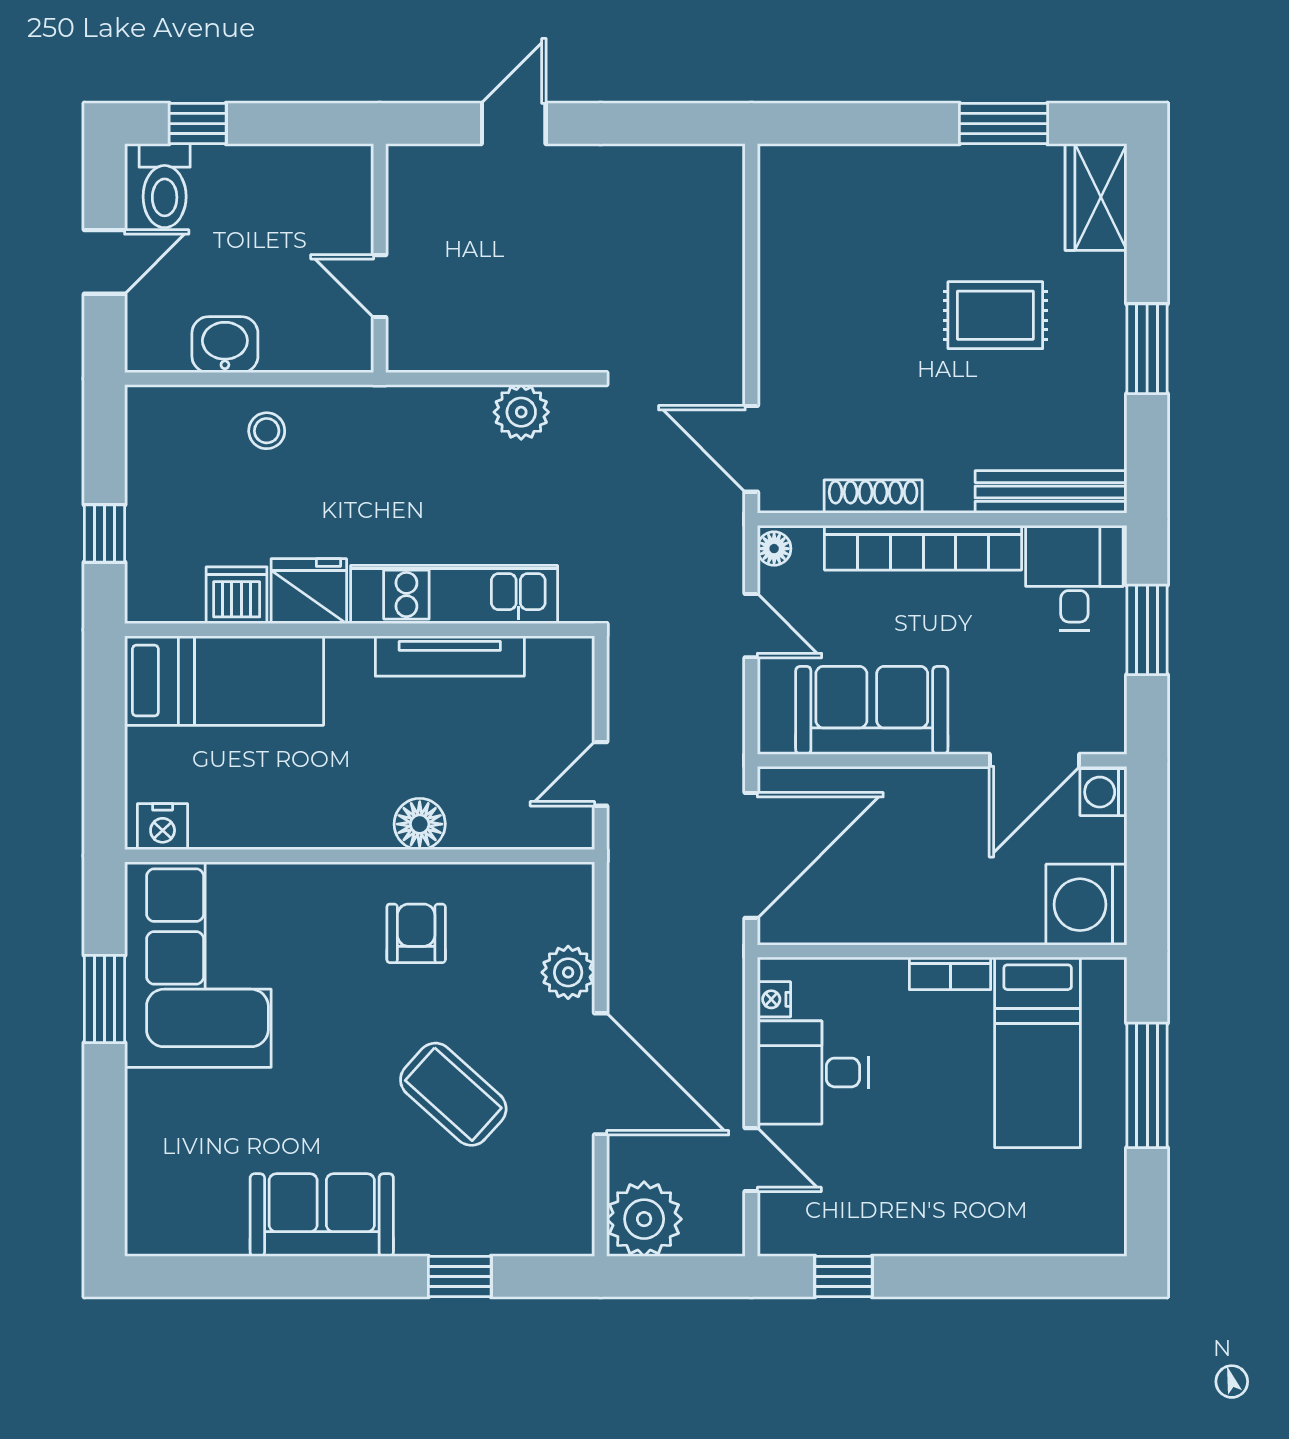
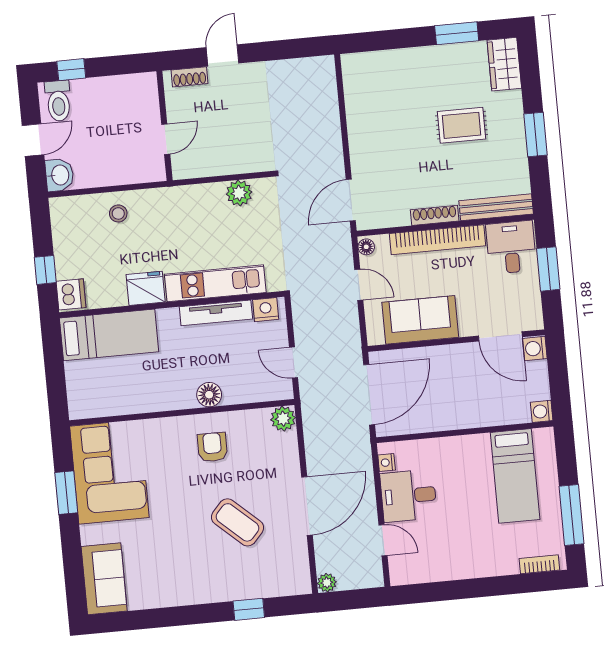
shoe rack: (441, 162) -> (189, 77), added
door: (380, 286) -> (166, 139), swing flipped
washbasin: (225, 345) -> (59, 175), moved, turned 90
door: (751, 449) -> (351, 200), hinge flipped
shoe rack: (873, 497) -> (435, 215), moved
dishwasher: (237, 595) -> (71, 294), moved, turned 90
door: (1035, 760) -> (500, 336), hinge flipped
door: (601, 774) -> (293, 362), hinge flipped
nightstand: (163, 827) -> (266, 310), moved, turned 180
washing machine: (1086, 905) -> (542, 411), width x0.53, depth x0.53
plant: (568, 972) -> (283, 419), moved
bookcase: (950, 973) -> (539, 564), moved, turned 180
door: (601, 1074) -> (307, 506), hinge flipped
window: (1147, 1085) -> (572, 515), moved
sofa: (322, 1215) -> (104, 579), moved, turned 90
plant: (644, 1219) -> (327, 583), width x0.53, depth x0.53
window: (843, 1277) -> (432, 592), removed

